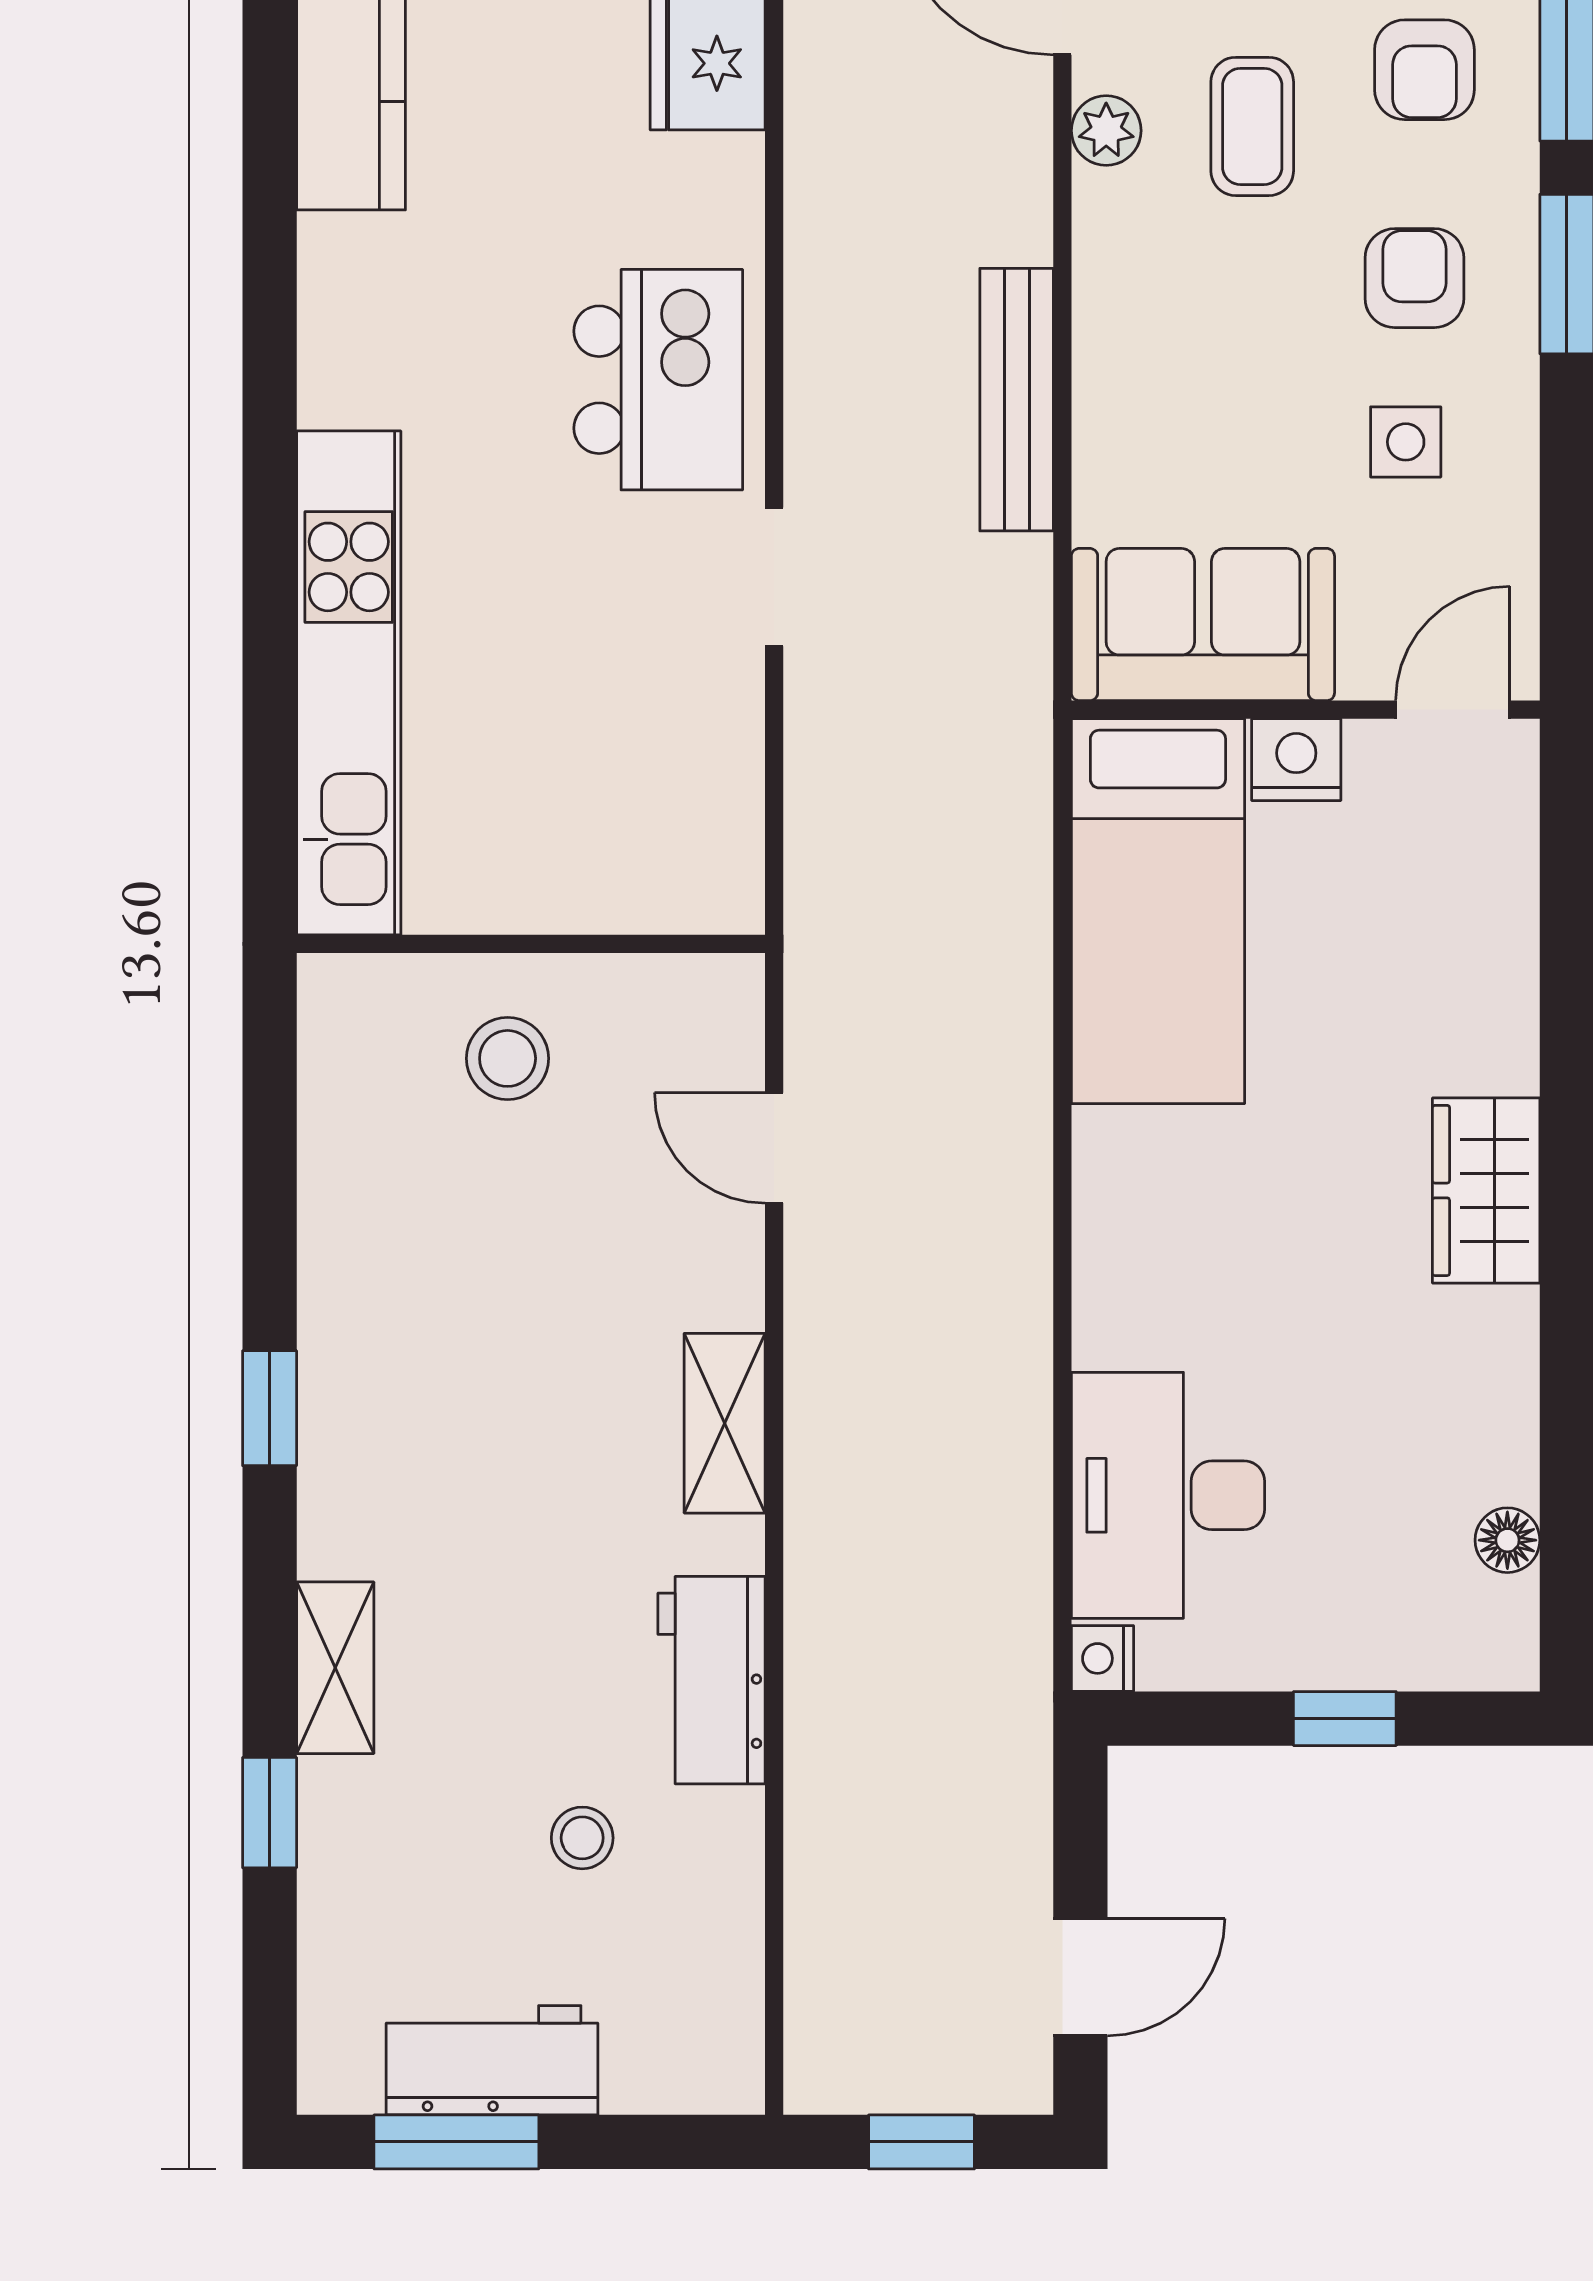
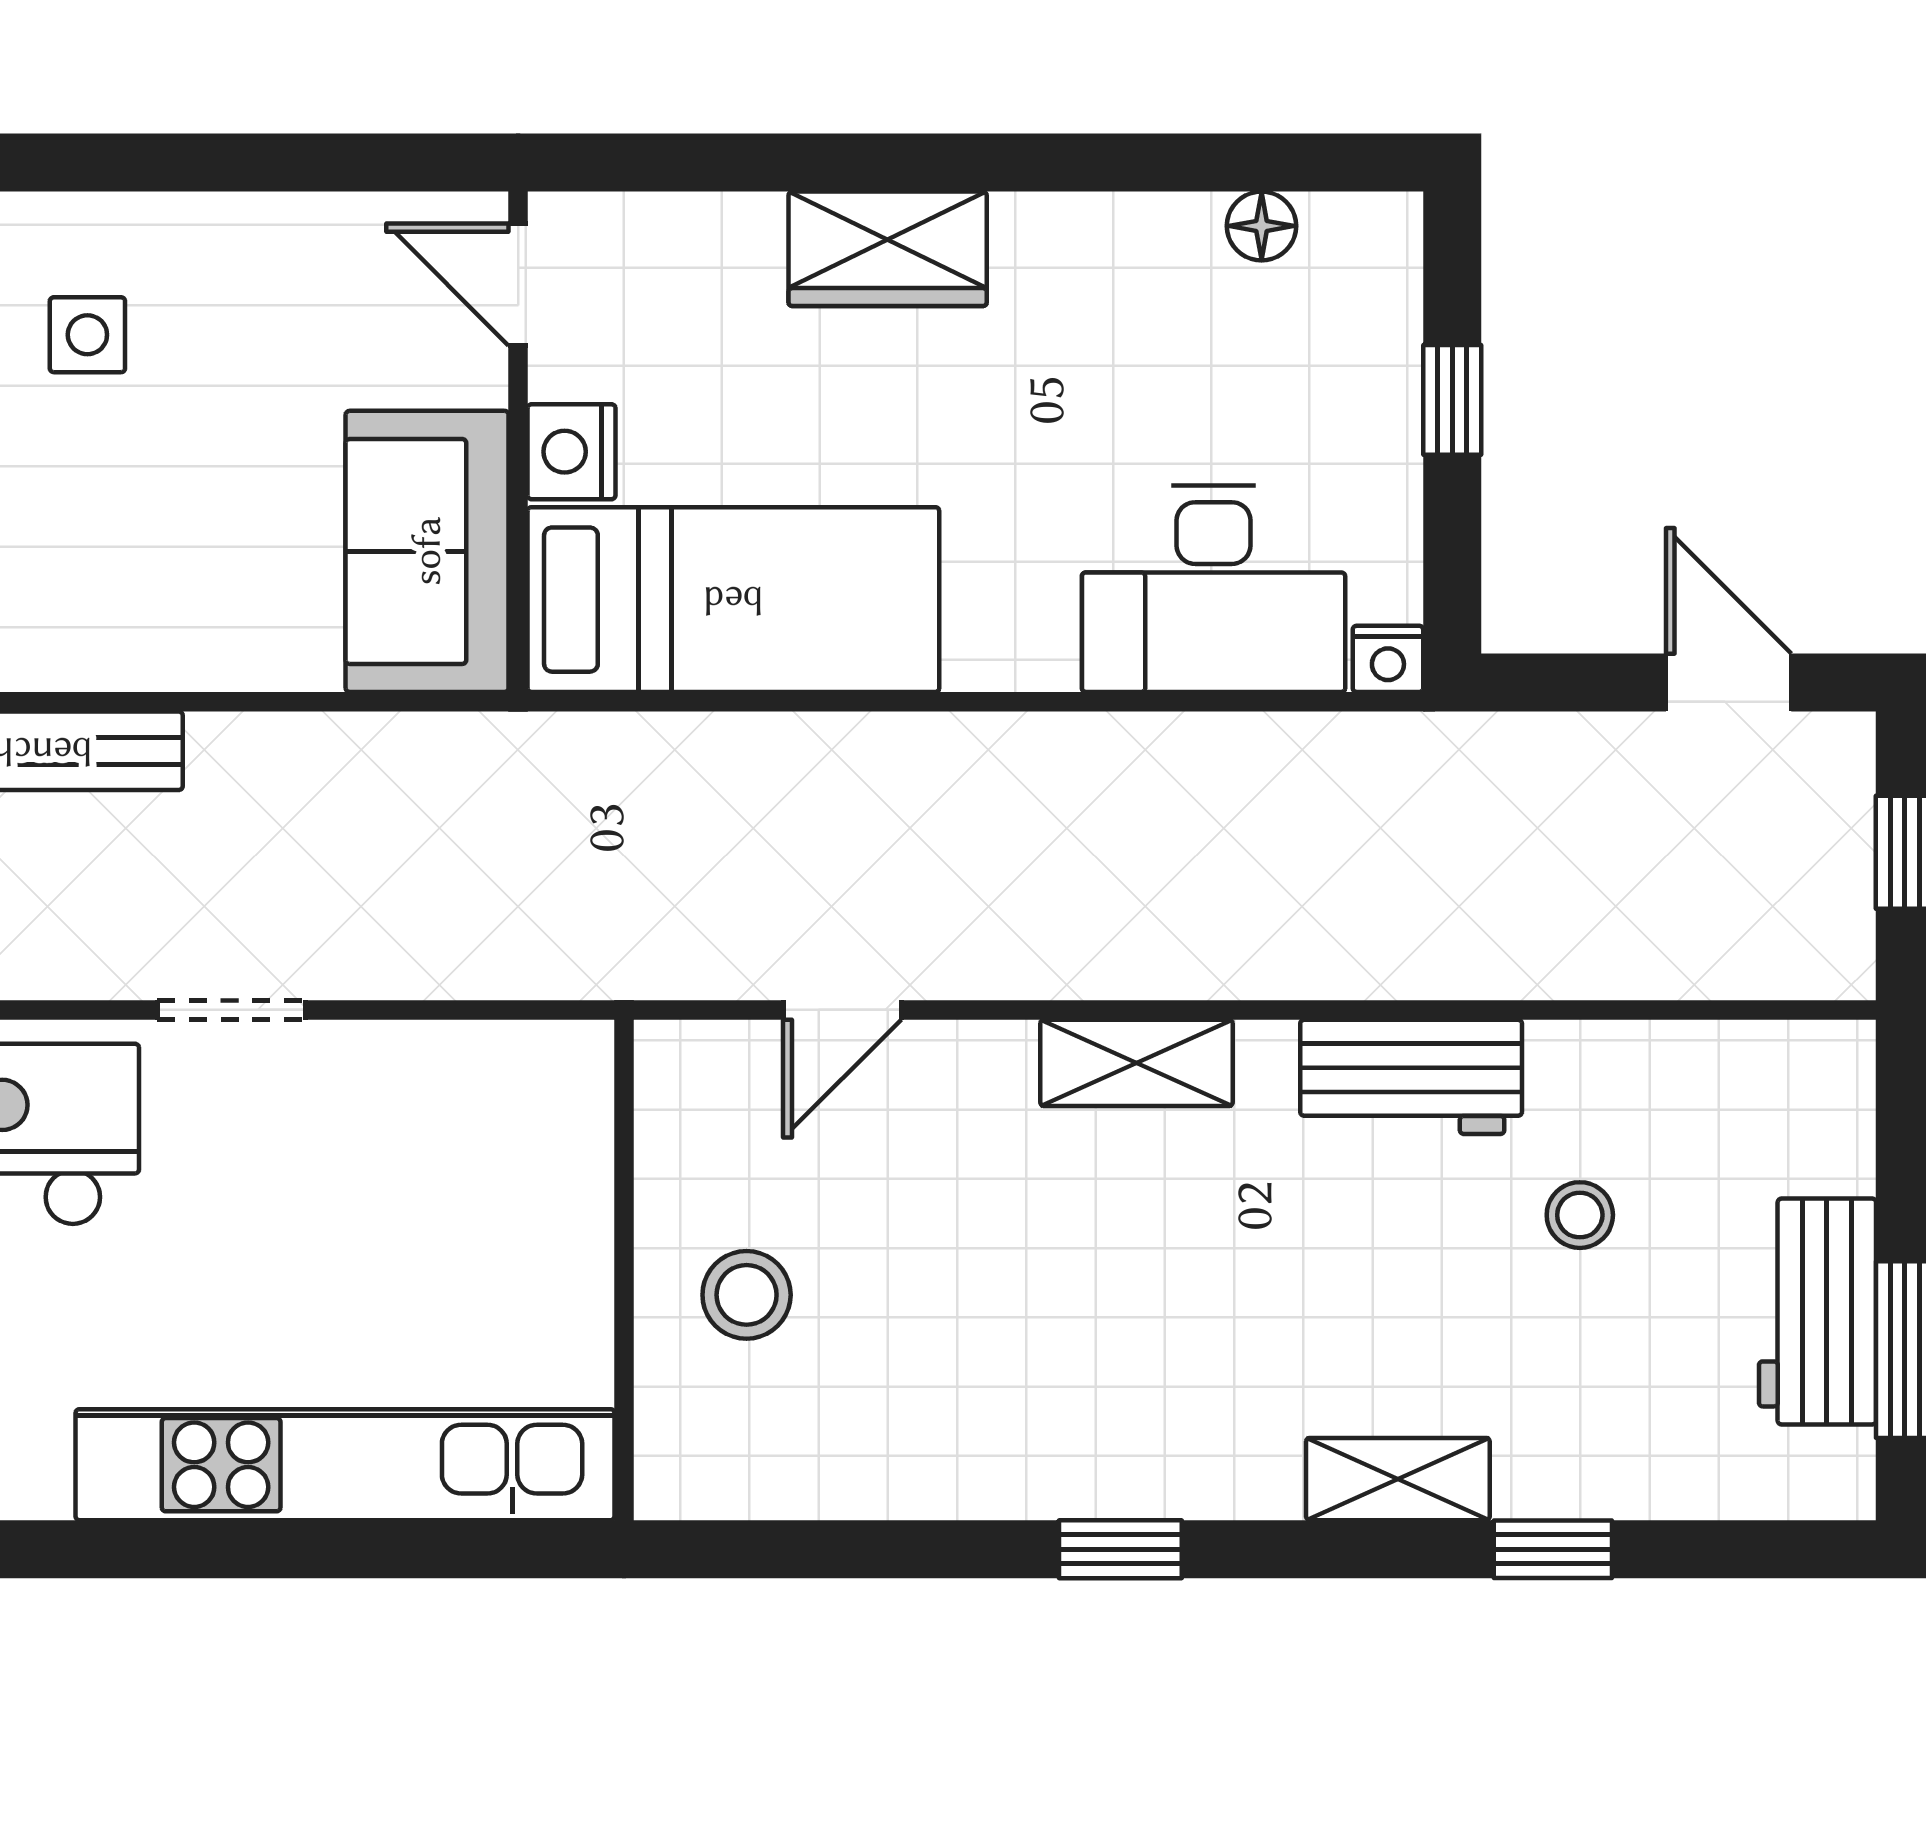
sofa: (1203, 625) -> (427, 551), moved
wall: (1306, 710) -> (518, 442), moved
door: (1453, 710) -> (518, 284), moved
nightstand: (1296, 760) -> (572, 452), moved
bed: (1158, 911) -> (733, 600), moved

